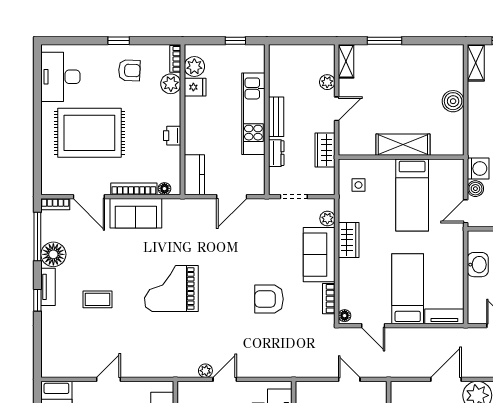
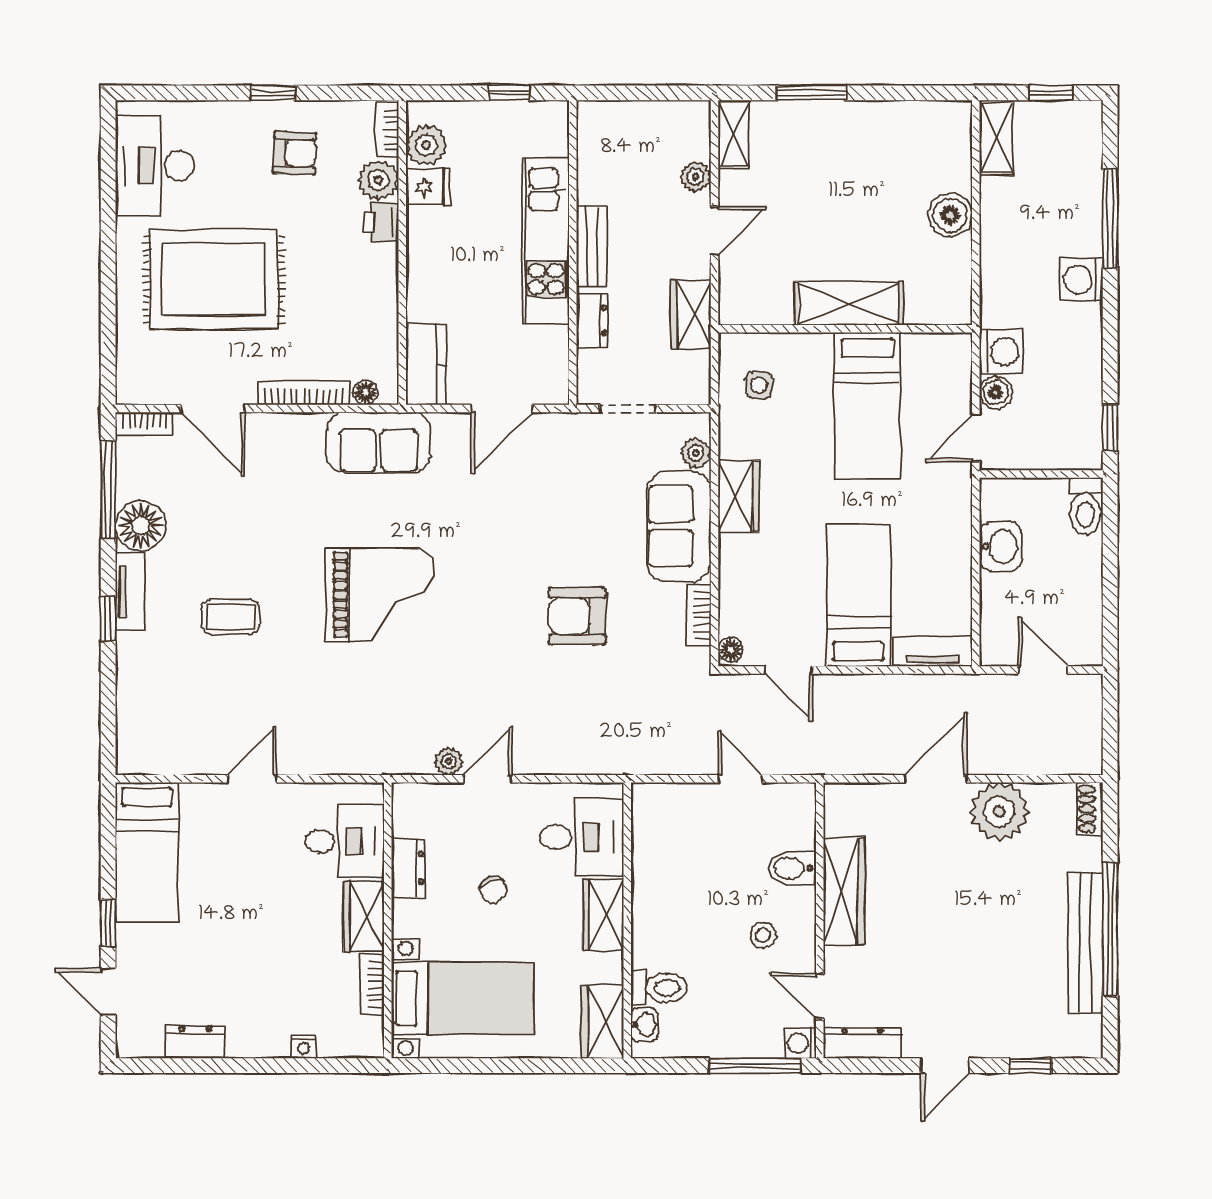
printer: (172, 136) -> (381, 222), moved
sofa: (136, 213) -> (378, 442), moved
grand piano: (171, 289) -> (380, 595), turned 180

